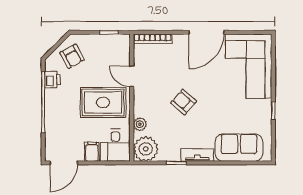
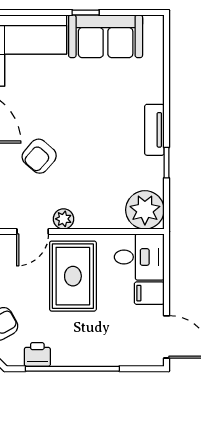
armchair: (184, 102) -> (39, 156), moved
plant: (140, 124) -> (63, 219), moved
sofa: (239, 148) -> (106, 36), moved, turned -90

